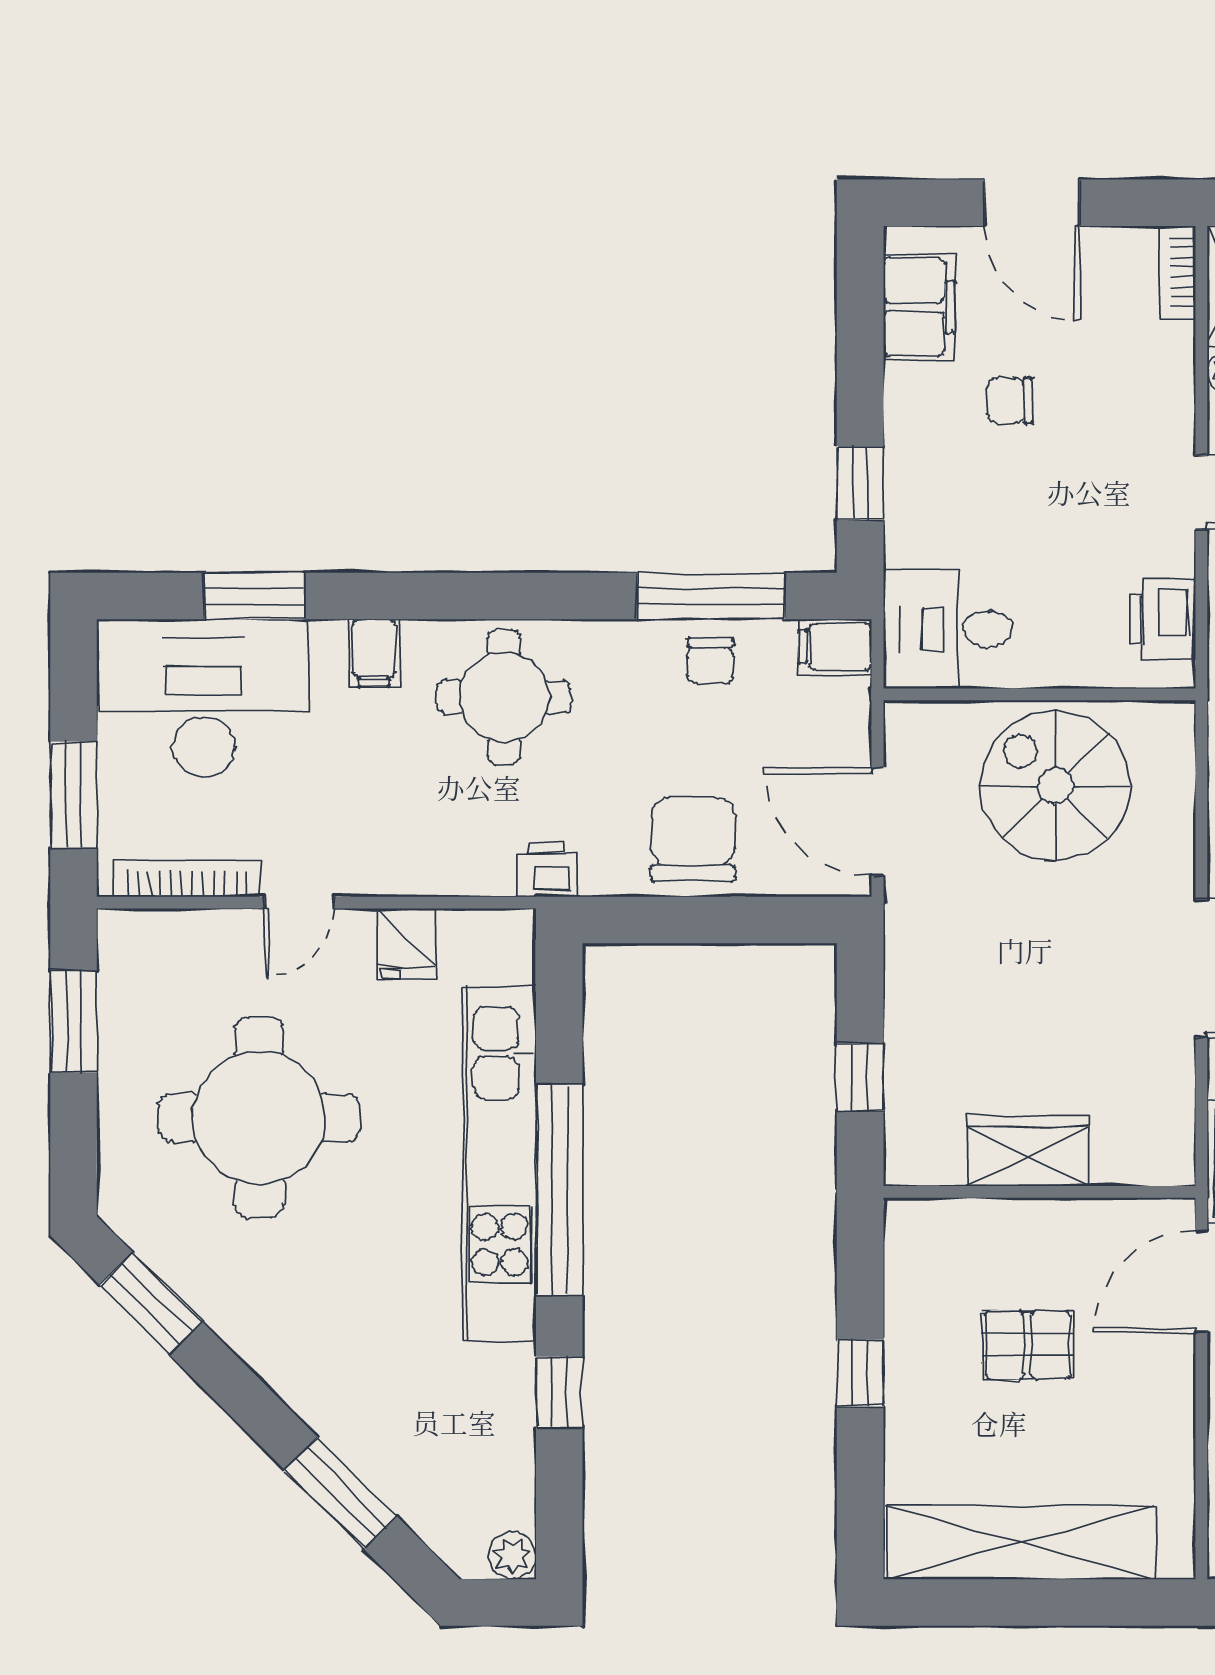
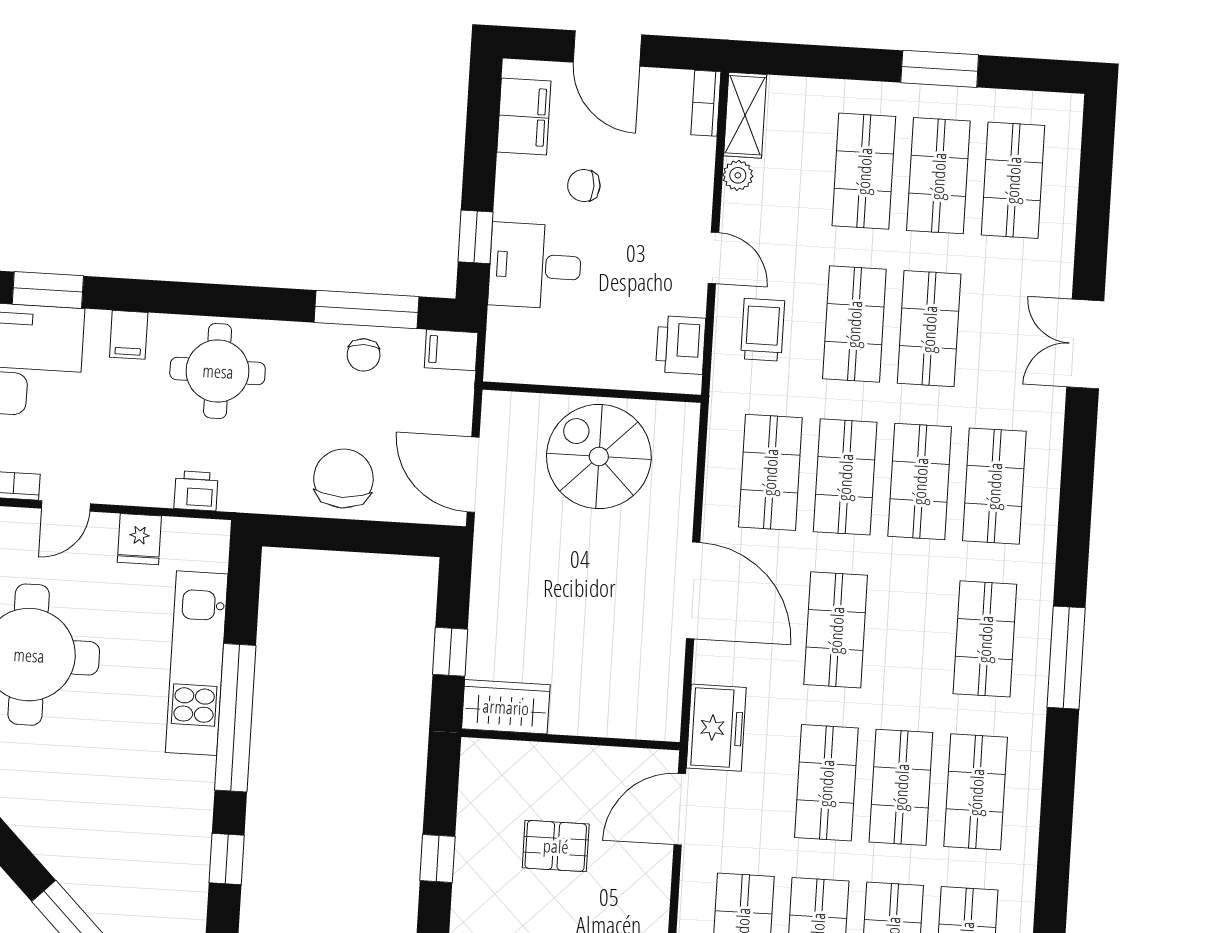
desk: (948, 629) -> (535, 266), moved
printer: (546, 870) -> (196, 491), moved
wardrobe: (1028, 1151) -> (506, 707), moved
kitchen unit: (500, 1163) -> (197, 663), width x0.73

